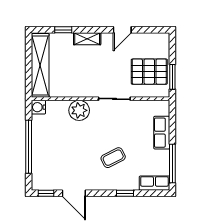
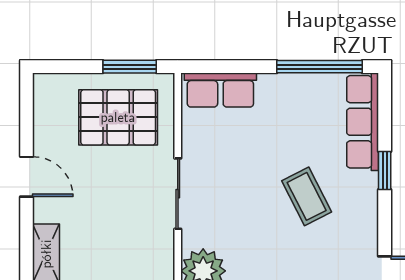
pallet: (149, 72) -> (118, 117), turned 90
row of seats: (162, 133) -> (220, 90), moved
row of seats: (154, 183) -> (363, 122), width x1.48

